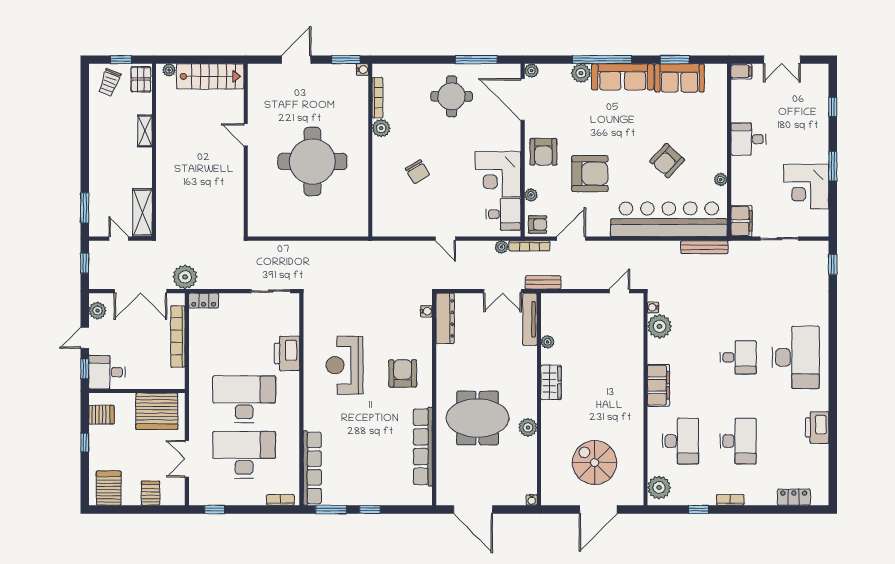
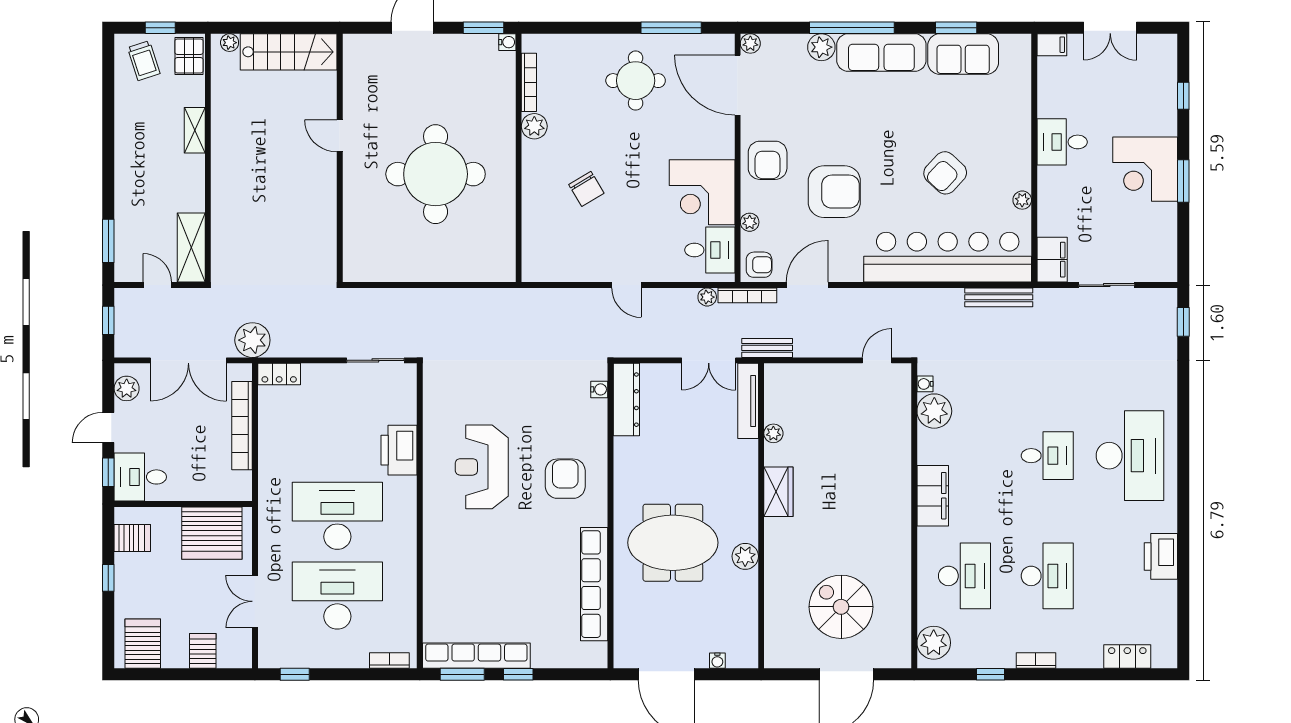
trolley: (109, 82) -> (144, 61), turned -39
corner desk: (806, 187) -> (1145, 169), moved
row of seats: (312, 468) -> (476, 656), moved, turned -90
water cooler: (532, 500) -> (717, 661), moved

